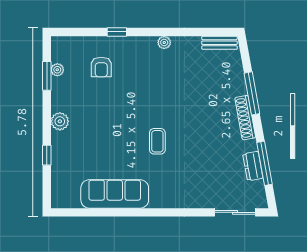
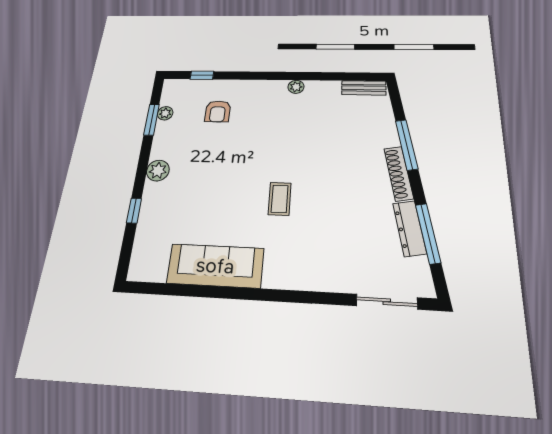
window: (117, 32) -> (202, 75), moved
dresser: (253, 166) -> (409, 228), width x1.44

